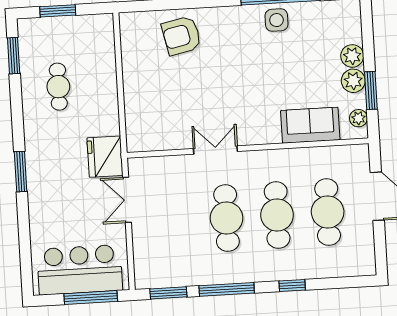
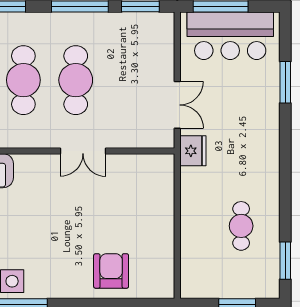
armchair: (181, 36) -> (111, 271), turned -78
fridge: (105, 157) -> (193, 151), width x0.73, depth x0.75
window: (21, 172) -> (285, 82), moved

